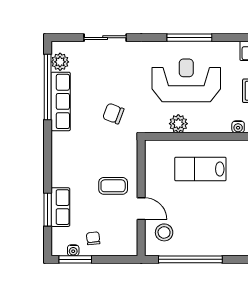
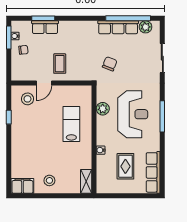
window: (190, 259) -> (9, 117), width x0.32

